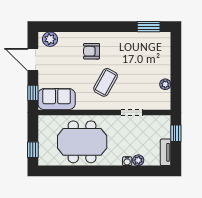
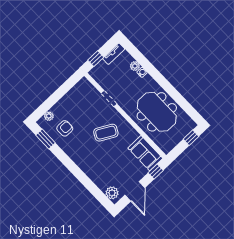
armchair: (92, 51) -> (65, 128), moved, turned -90
plant: (165, 84) -> (49, 116), moved

